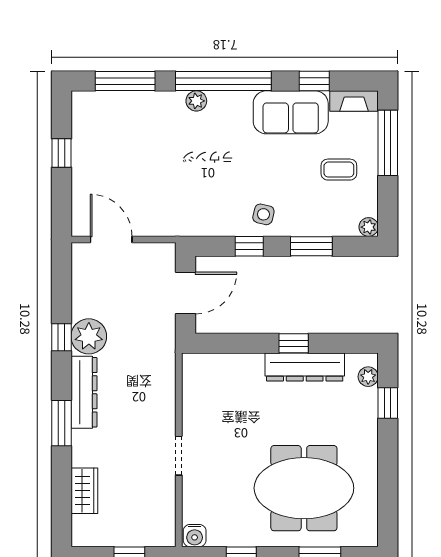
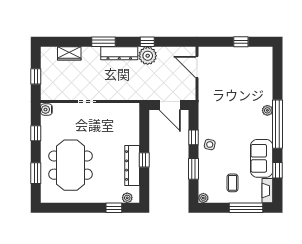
window: (125, 81) -> (277, 74), removed
door: (111, 239) -> (197, 67), swing flipped

